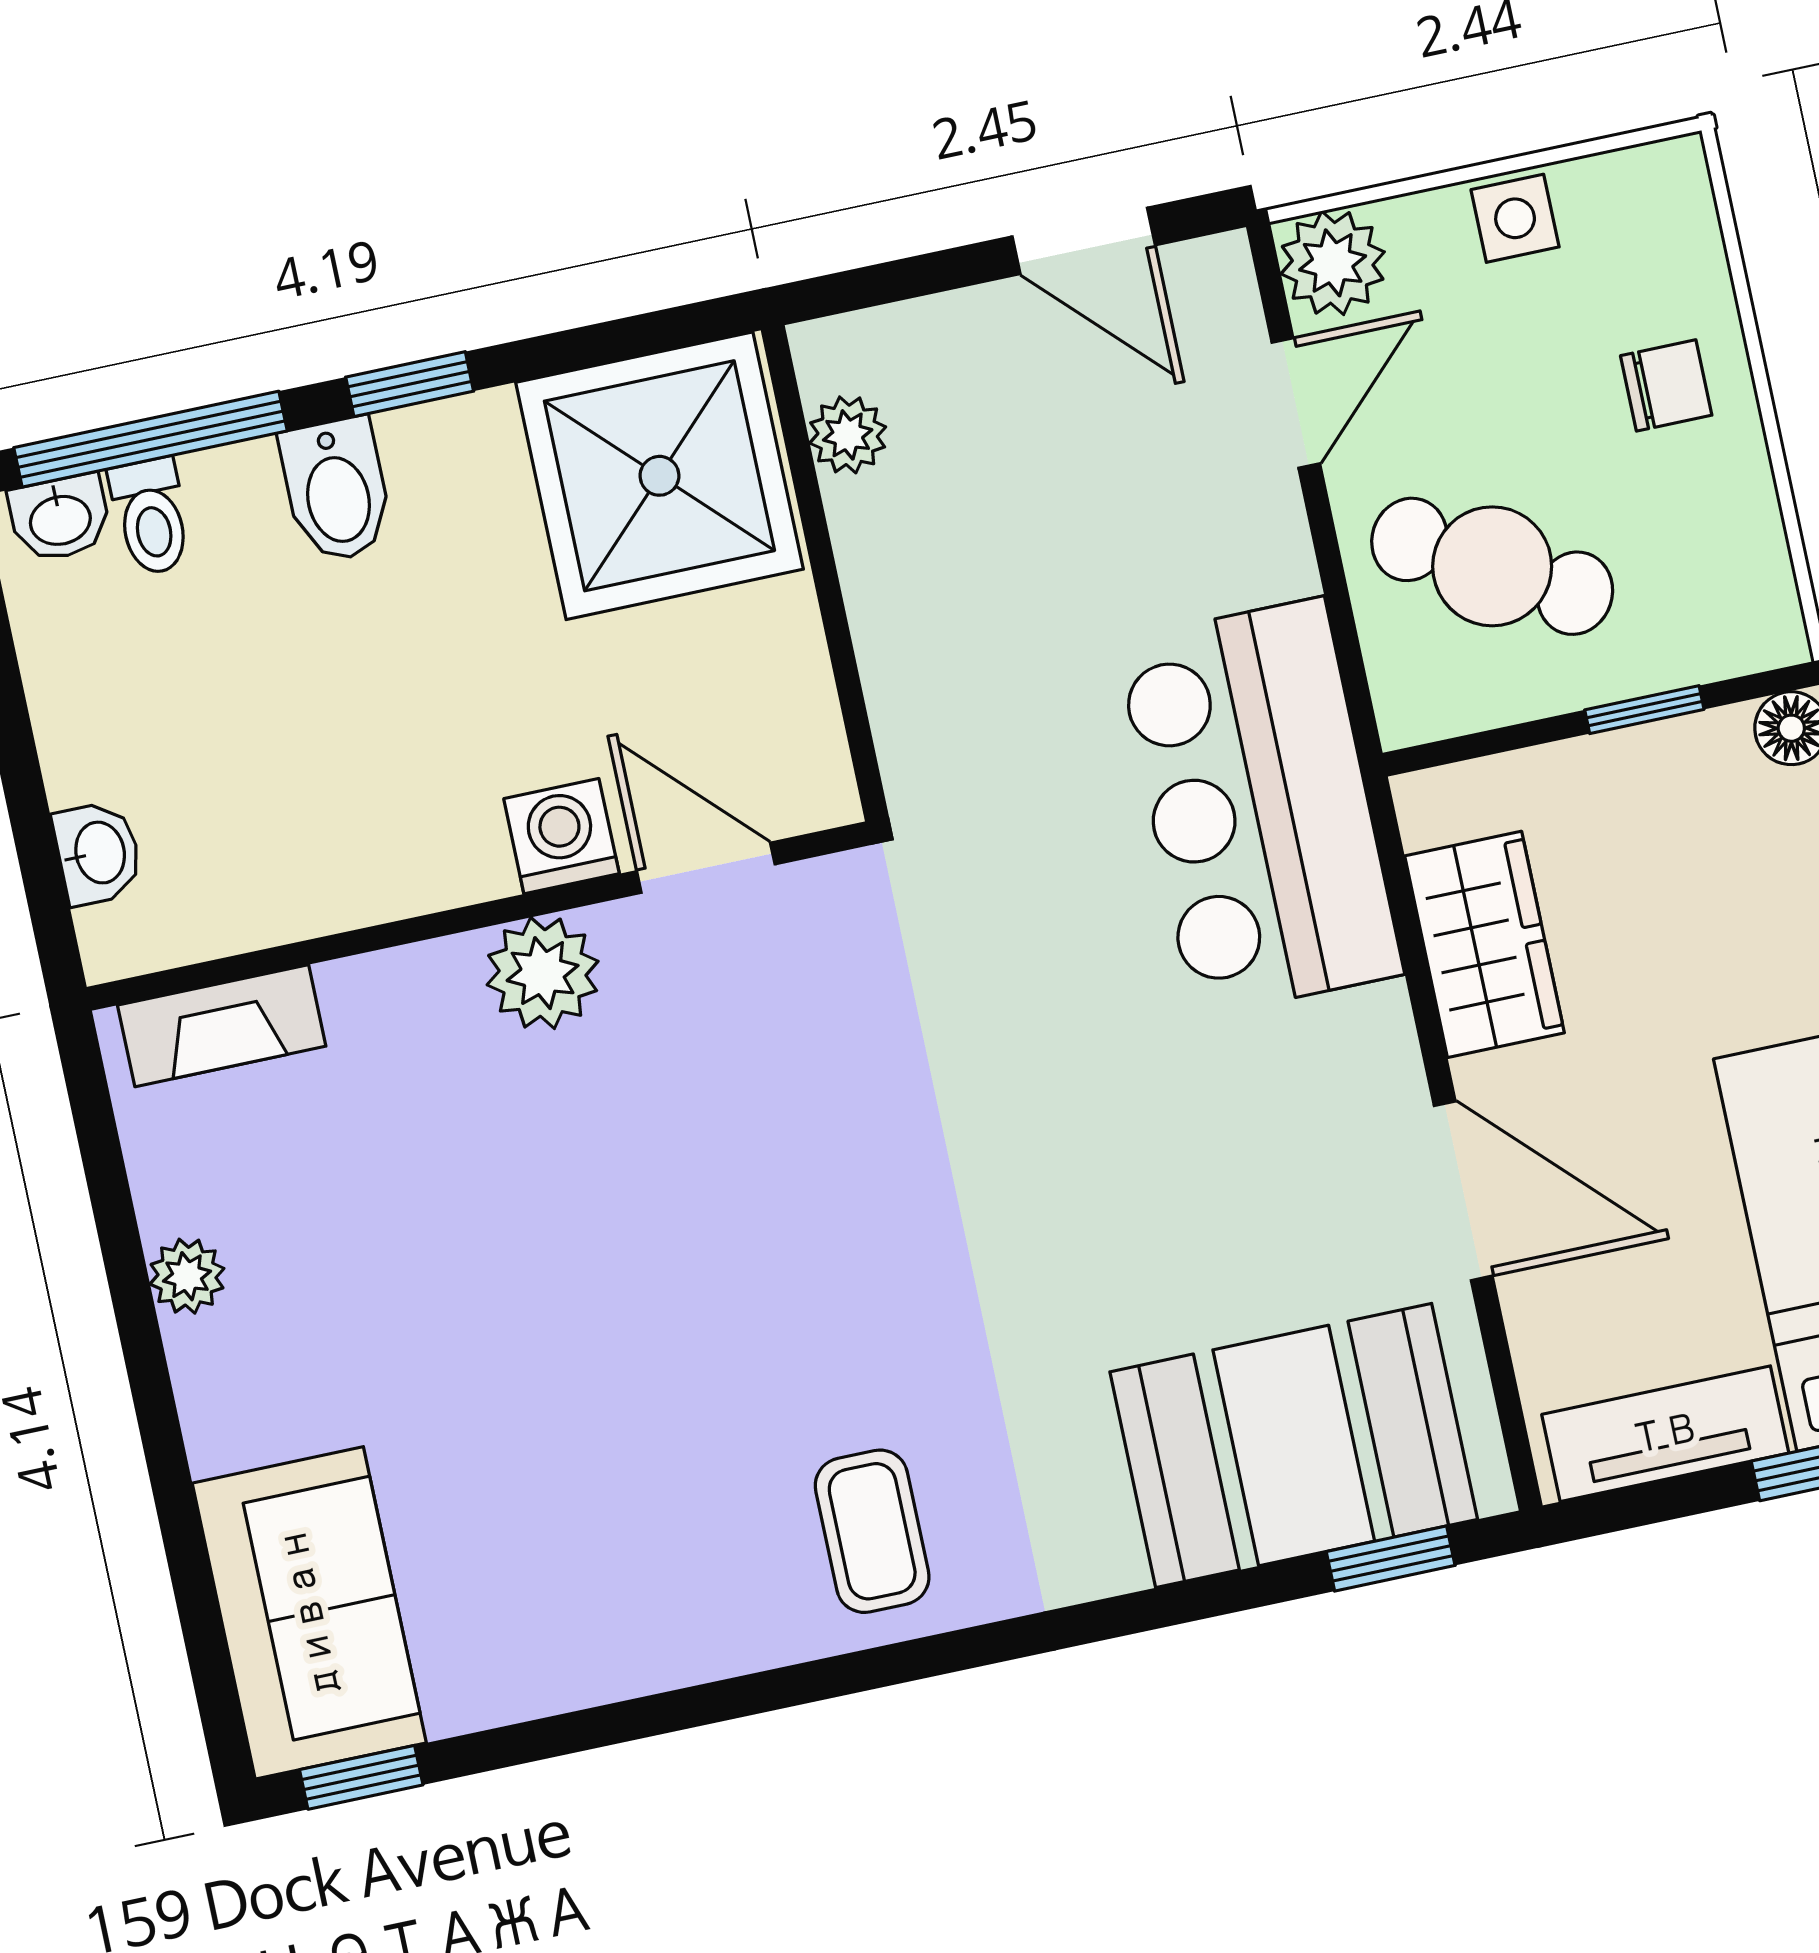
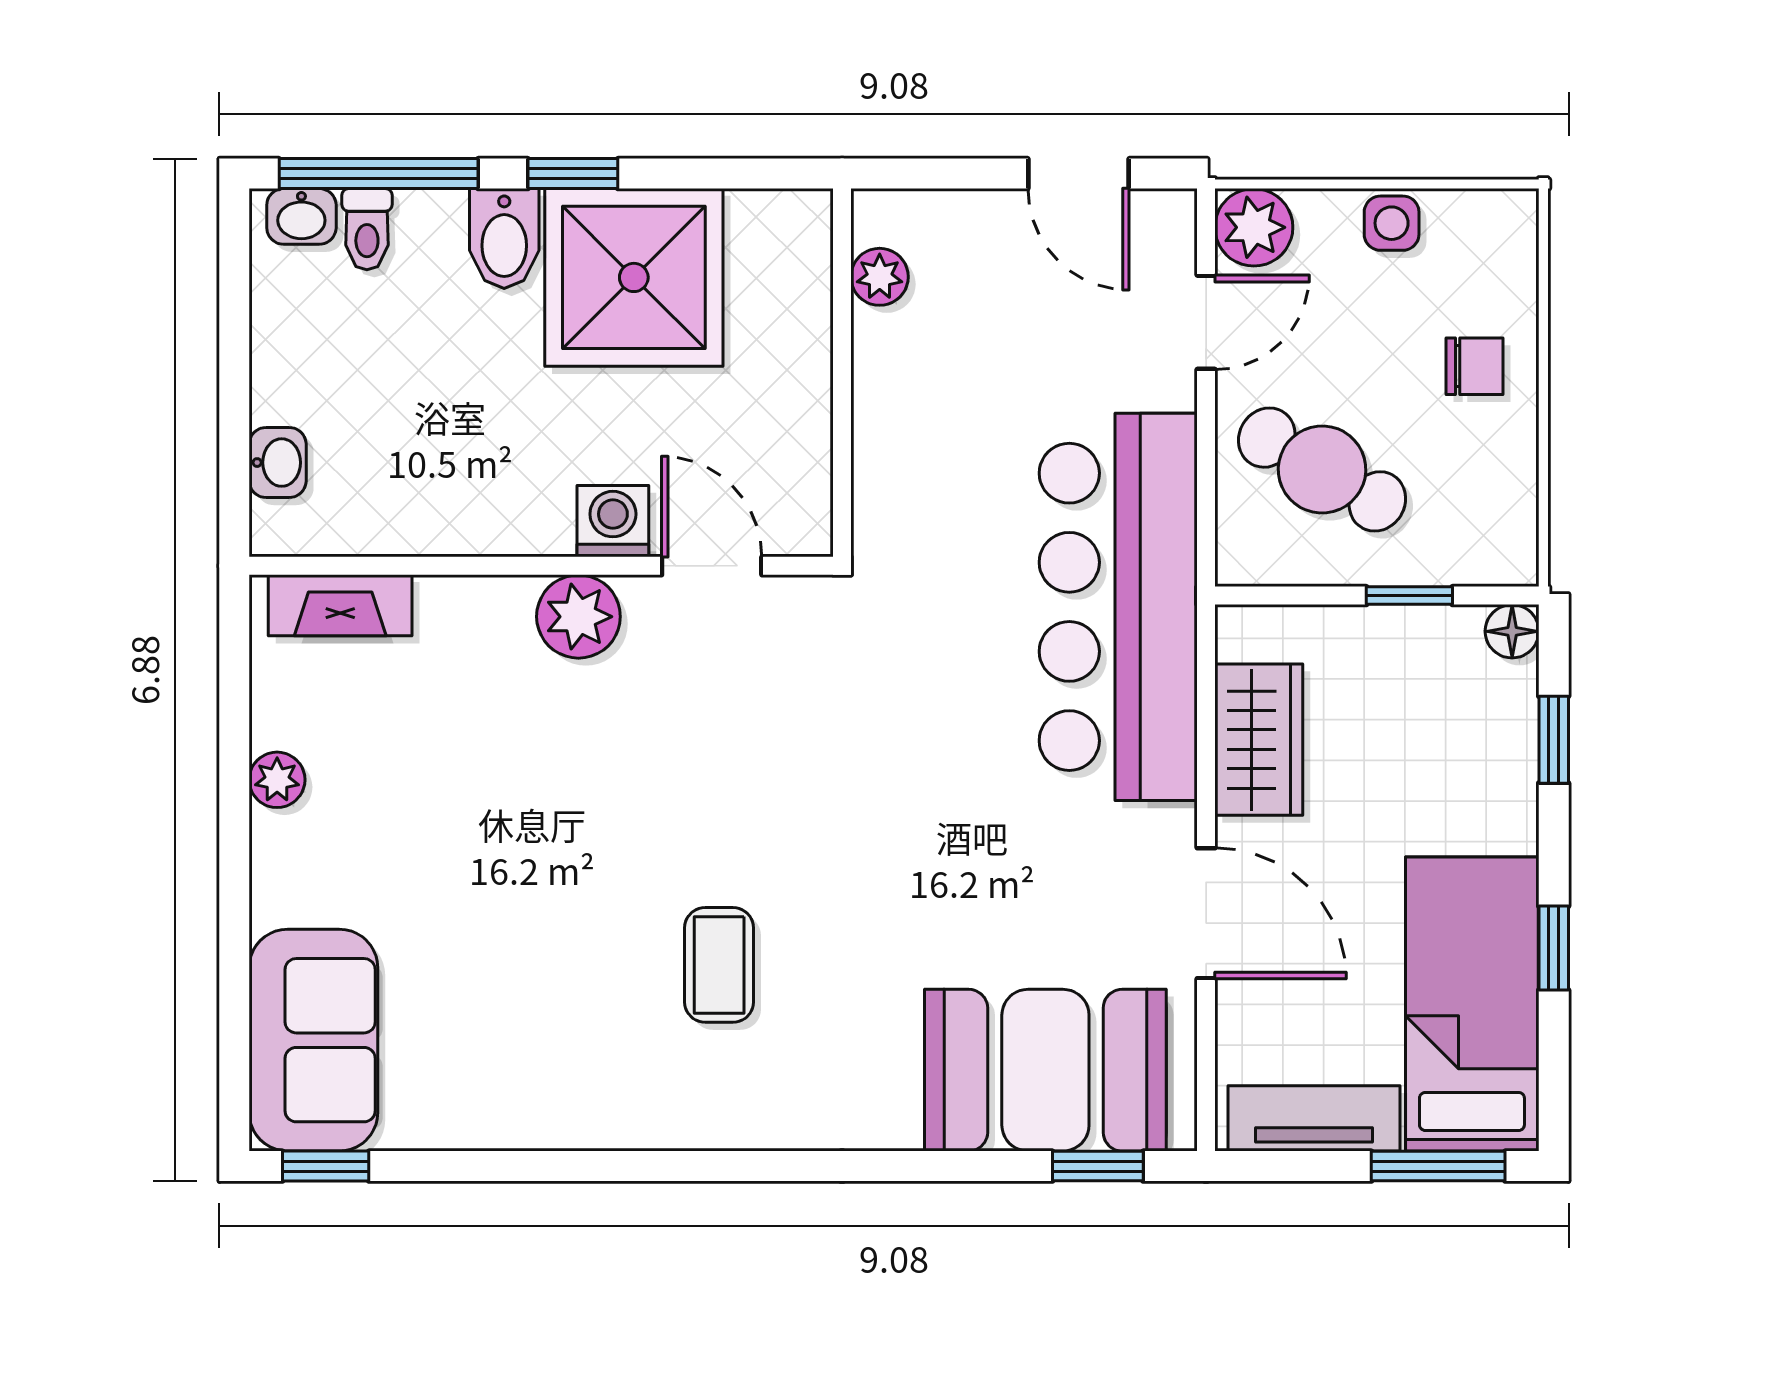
shower: (659, 476) -> (634, 277), moved
bar counter: (1259, 807) -> (1118, 607), width x1.36
coffee table: (872, 1531) -> (719, 965), moved

